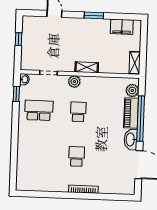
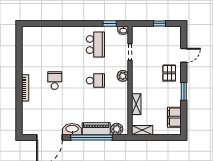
pallet: (73, 31) -> (169, 73), added
shelving: (87, 67) -> (136, 104), moved
school desk: (77, 156) -> (55, 81), turned -90

